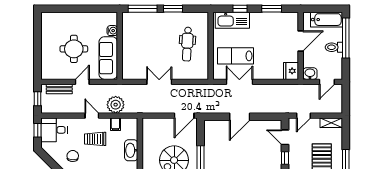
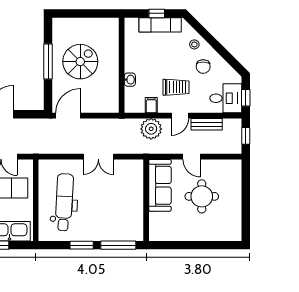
water cooler: (112, 31) -> (155, 219), removed
dental chair: (187, 44) -> (64, 202), width x1.36, depth x1.38
door: (82, 82) -> (192, 157), hinge flipped
bench: (59, 89) -> (207, 124), moved
door: (92, 116) -> (180, 116), hinge flipped
washbasin: (131, 150) -> (130, 80), width x0.52, depth x0.69

